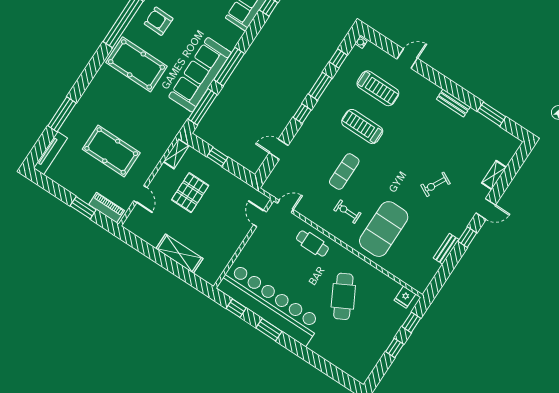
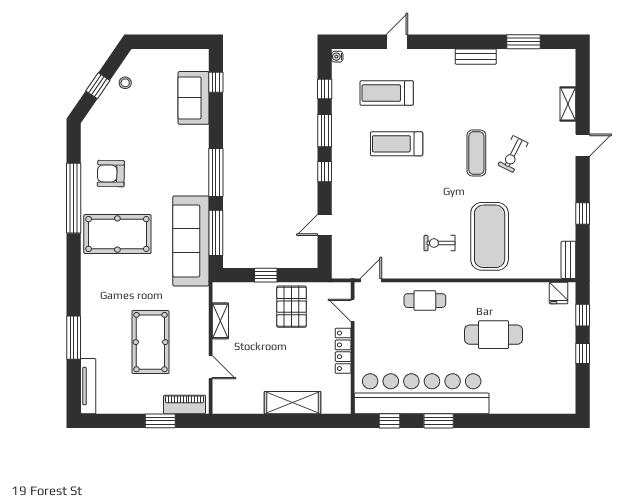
sofa: (200, 75) -> (191, 241), moved
treadmill: (378, 88) -> (387, 93), turned 180
pool table: (111, 151) -> (150, 342), turned 90
shelving: (176, 154) -> (220, 321), moved
exercise mat: (344, 171) -> (476, 153), moved
pallet: (190, 193) -> (292, 307), moved
window: (467, 237) -> (583, 213), moved
locker: (236, 241) -> (343, 351), added
bench: (446, 249) -> (568, 260), moved
cafe table: (343, 296) -> (494, 335), turned -62

